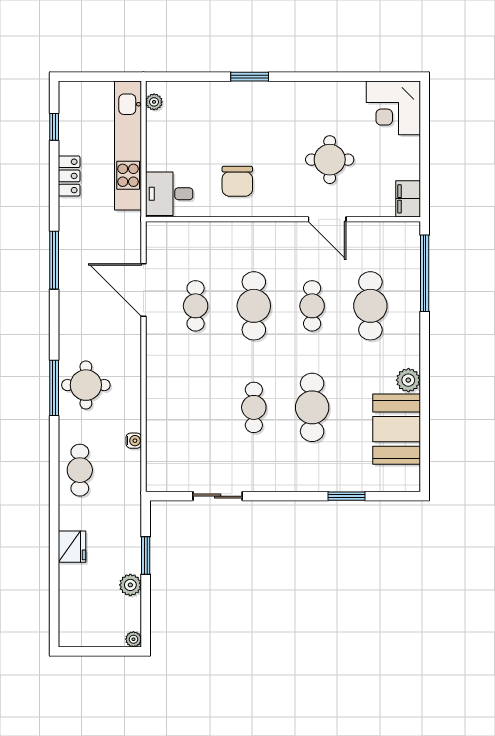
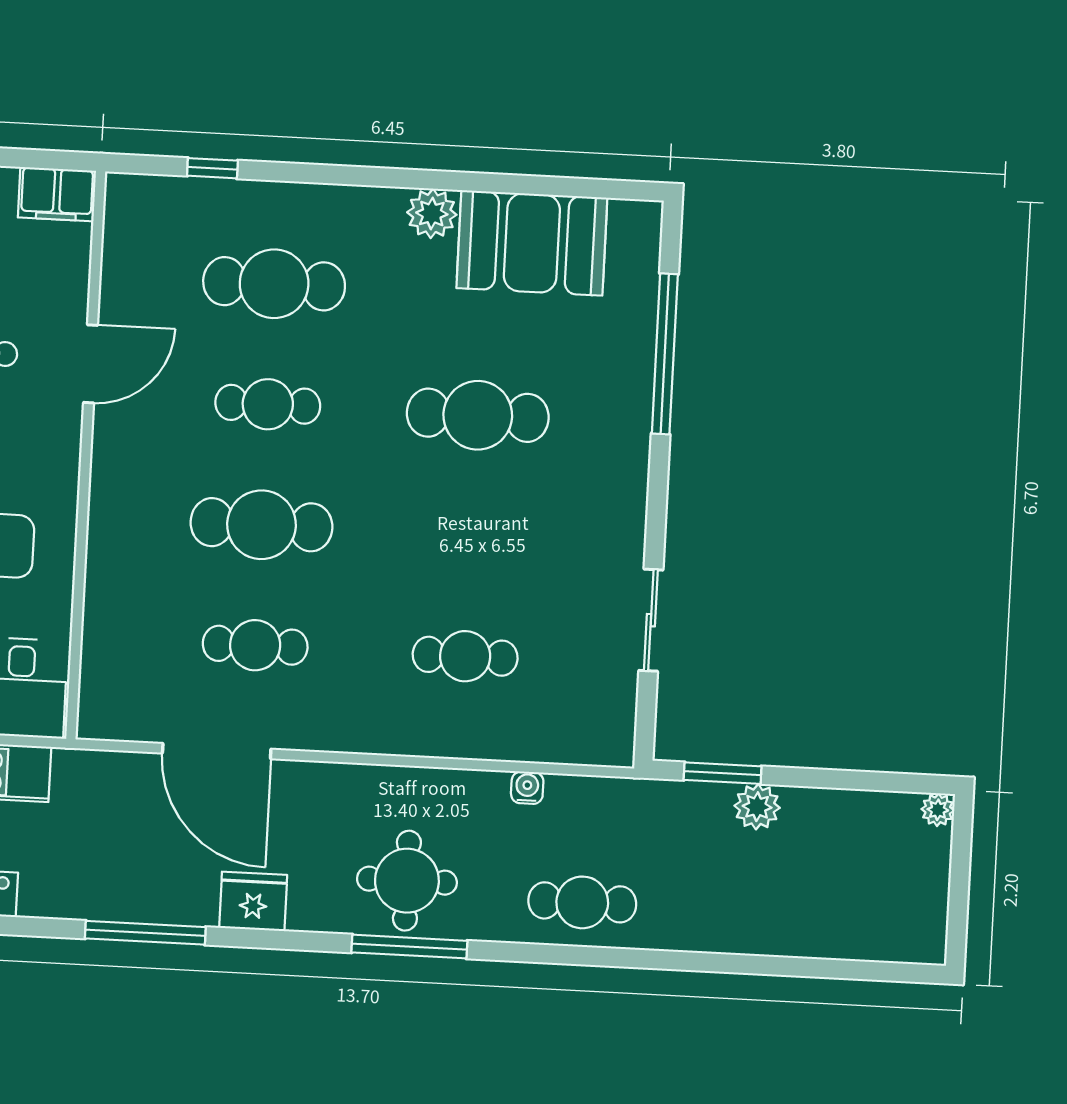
window: (425, 273) -> (212, 168), width x0.32
door: (144, 290) -> (217, 751), hinge flipped
cafe table: (254, 407) -> (465, 656), moved
window: (346, 496) -> (665, 354), width x2.11
fridge: (72, 547) -> (253, 901), moved
window: (146, 556) -> (723, 773), moved
plant: (130, 585) -> (757, 807), moved

